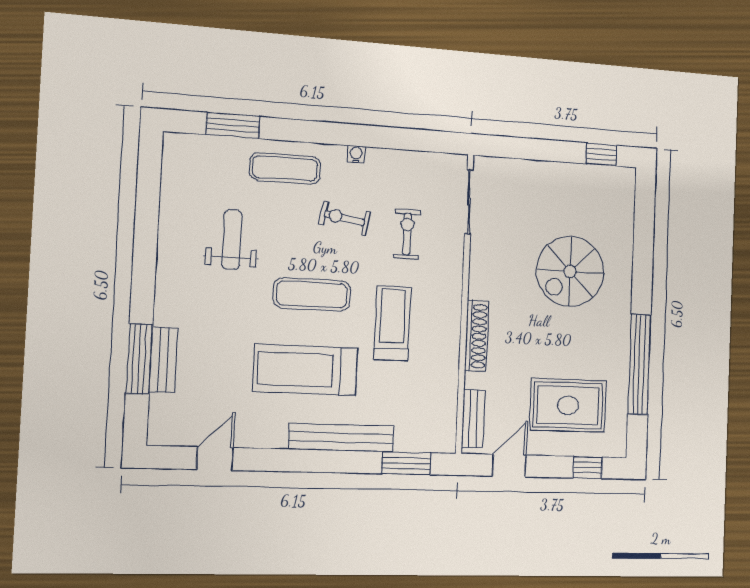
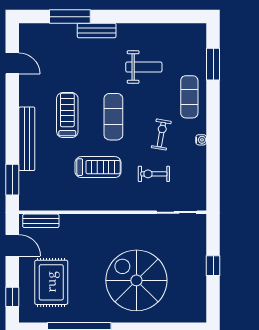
window: (602, 155) -> (213, 266), moved
exercise bike: (407, 234) -> (154, 174), turned 180
spiral stairs: (570, 271) -> (136, 280), width x1.37, depth x1.37
shoe rack: (476, 336) -> (92, 221), removed
bench: (163, 360) -> (97, 30), moved
treadmill: (306, 370) -> (67, 115), width x0.73, depth x0.73

